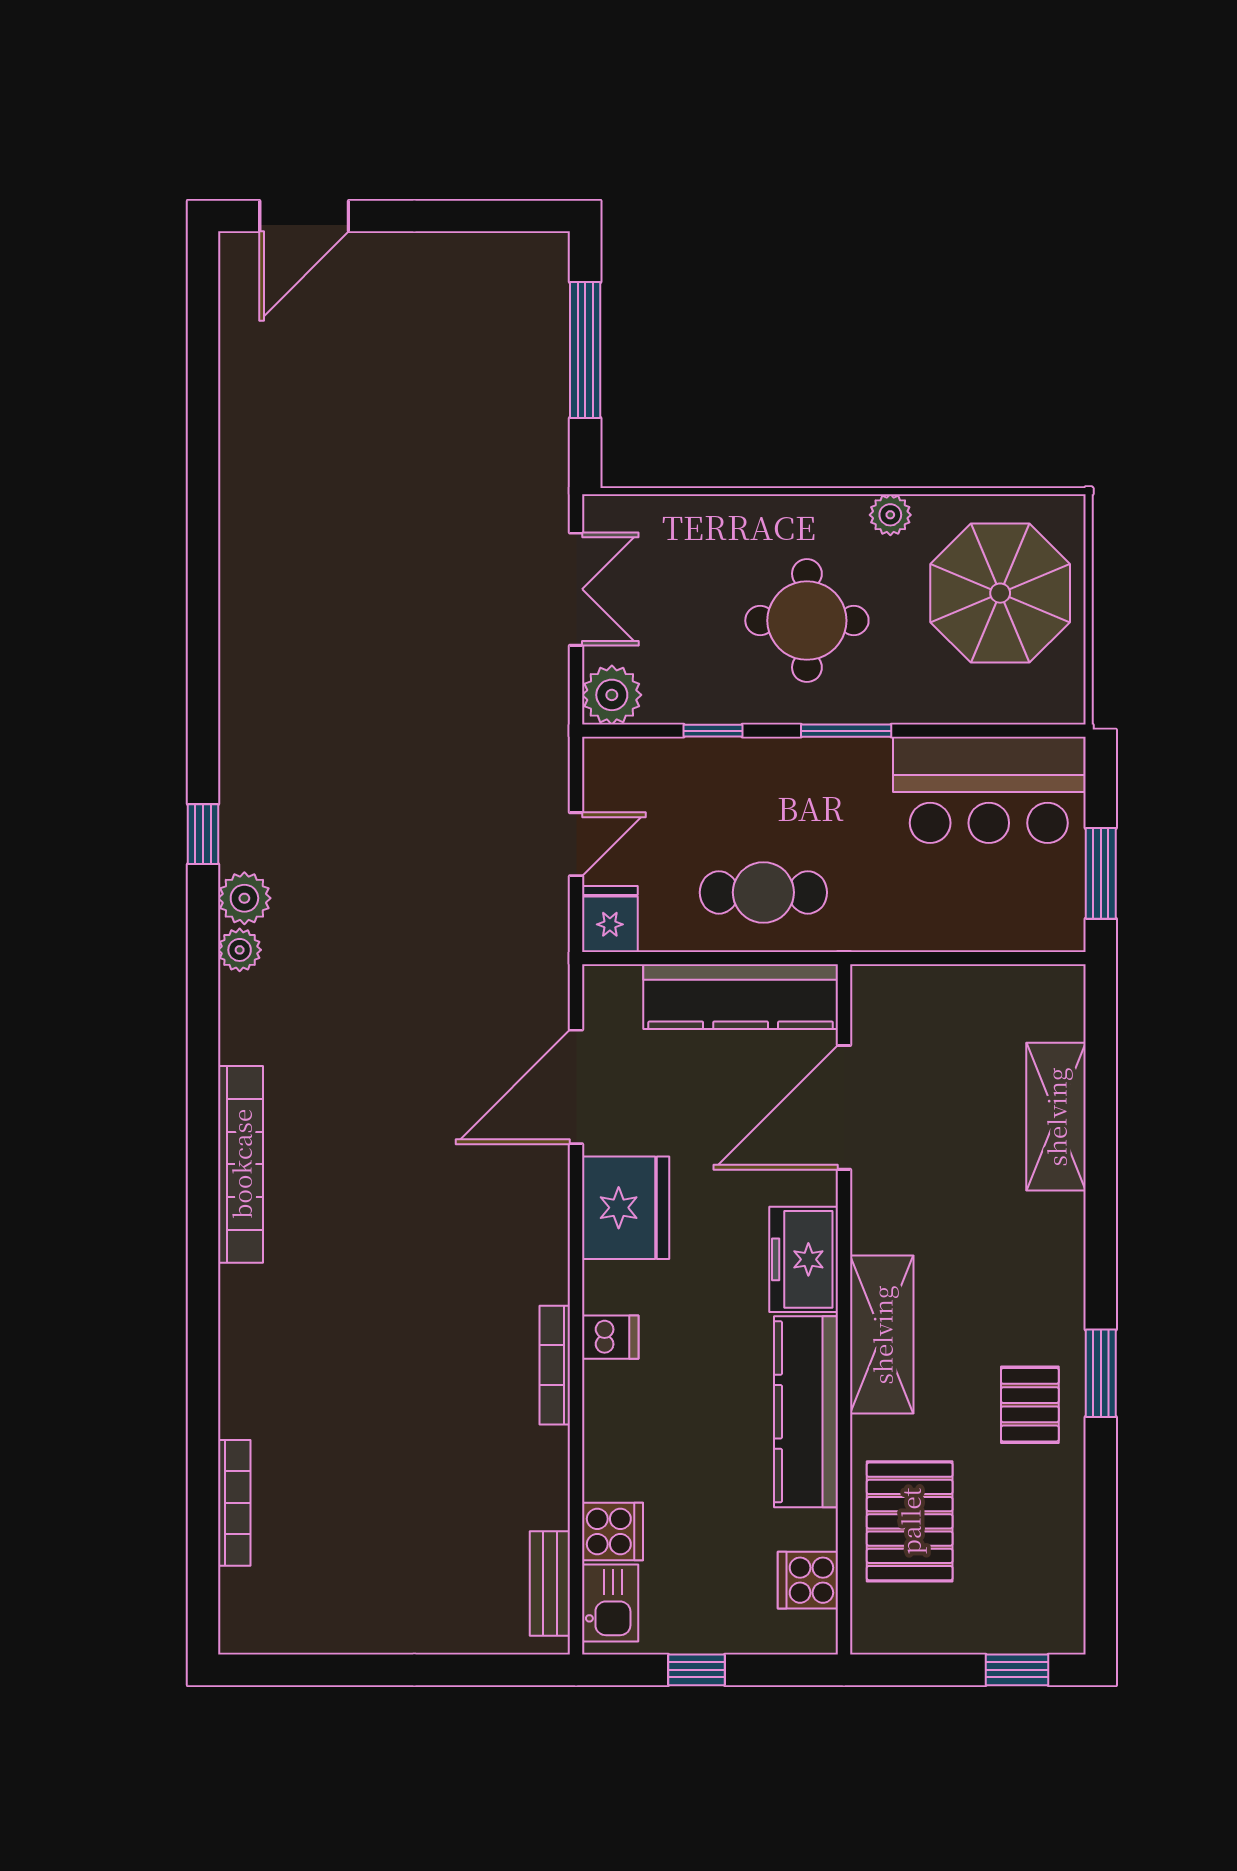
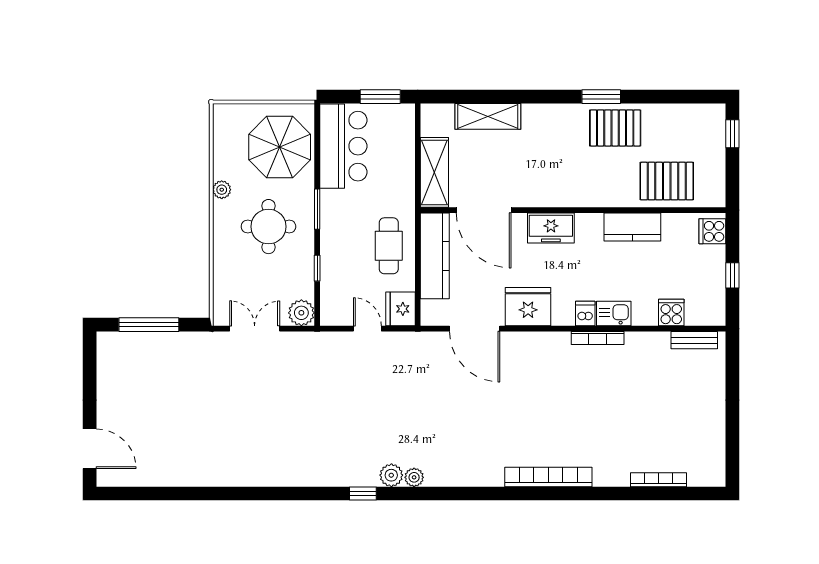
parasol: (1000, 593) -> (280, 147), moved
fridge: (610, 919) -> (400, 309), width x1.38
bookcase: (241, 1164) -> (548, 477), moved
shelving: (882, 1335) -> (434, 172), moved, turned 90
pallet: (1030, 1405) -> (615, 128), width x1.50, depth x1.42
kitchen counter: (806, 1412) -> (632, 227), width x0.67
cooker: (808, 1580) -> (712, 231), moved, turned 90
kitchen sink: (610, 1603) -> (614, 314), moved

